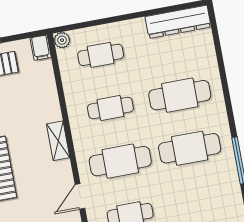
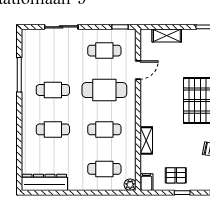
cafe table: (180, 95) -> (53, 129), width x0.73, depth x0.74
shelving: (58, 141) -> (146, 140), moved
cafe table: (190, 148) -> (53, 90), width x0.73, depth x0.74

